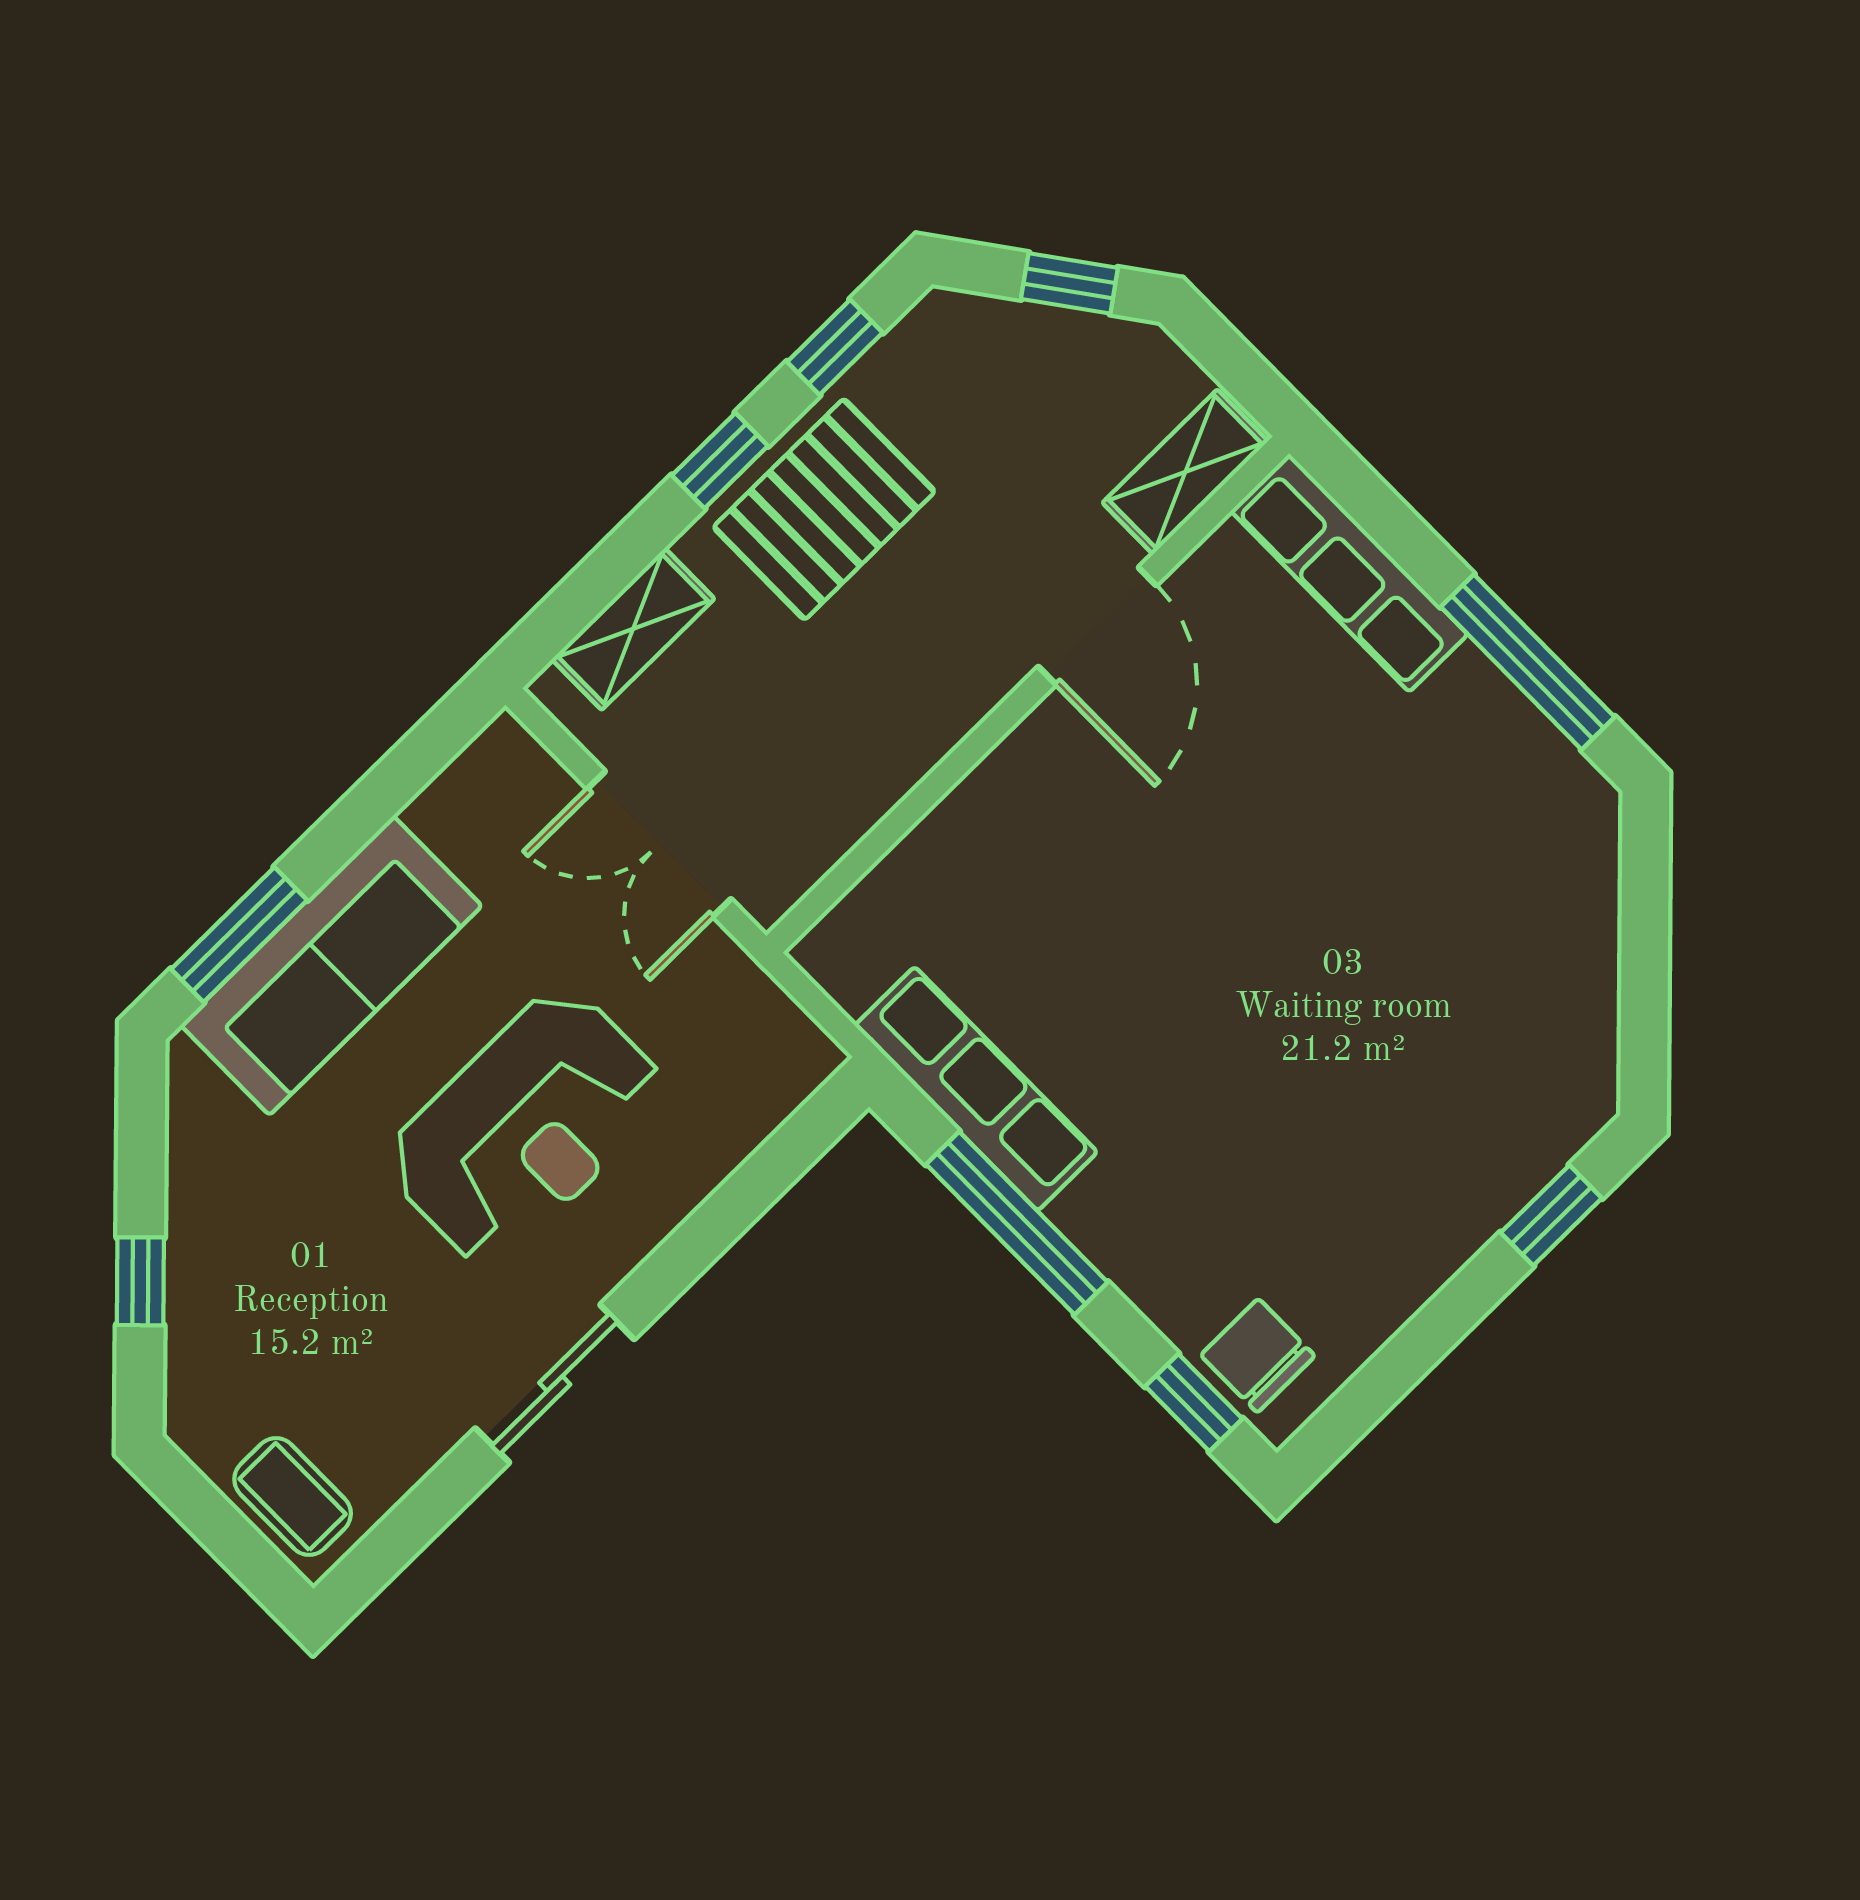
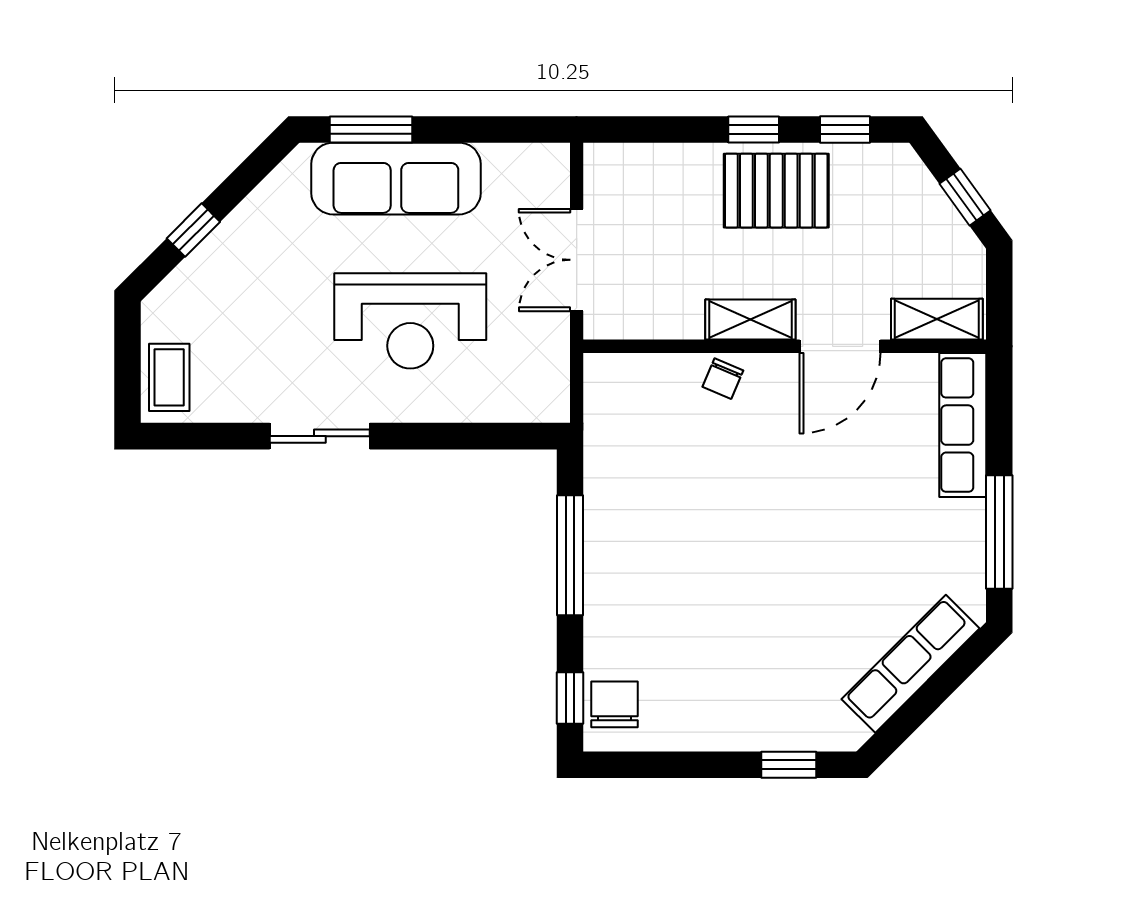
shelving: (633, 629) -> (750, 320), moved
chair: (990, 812) -> (723, 379), added
row of seats: (976, 1089) -> (911, 664), moved, turned -135

